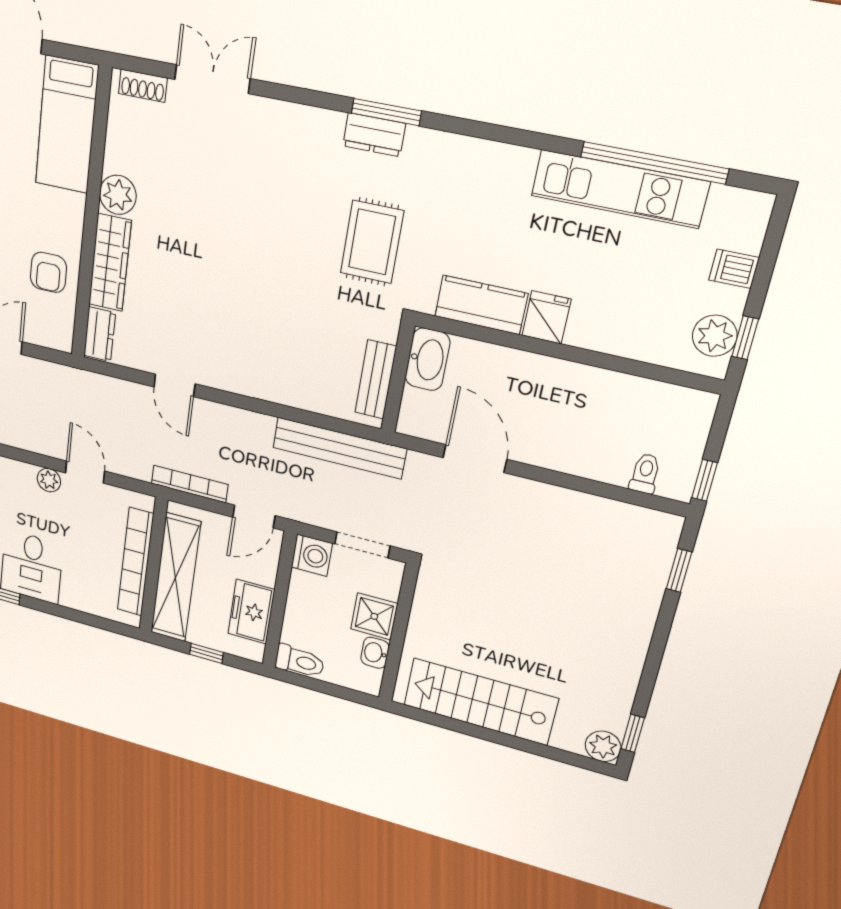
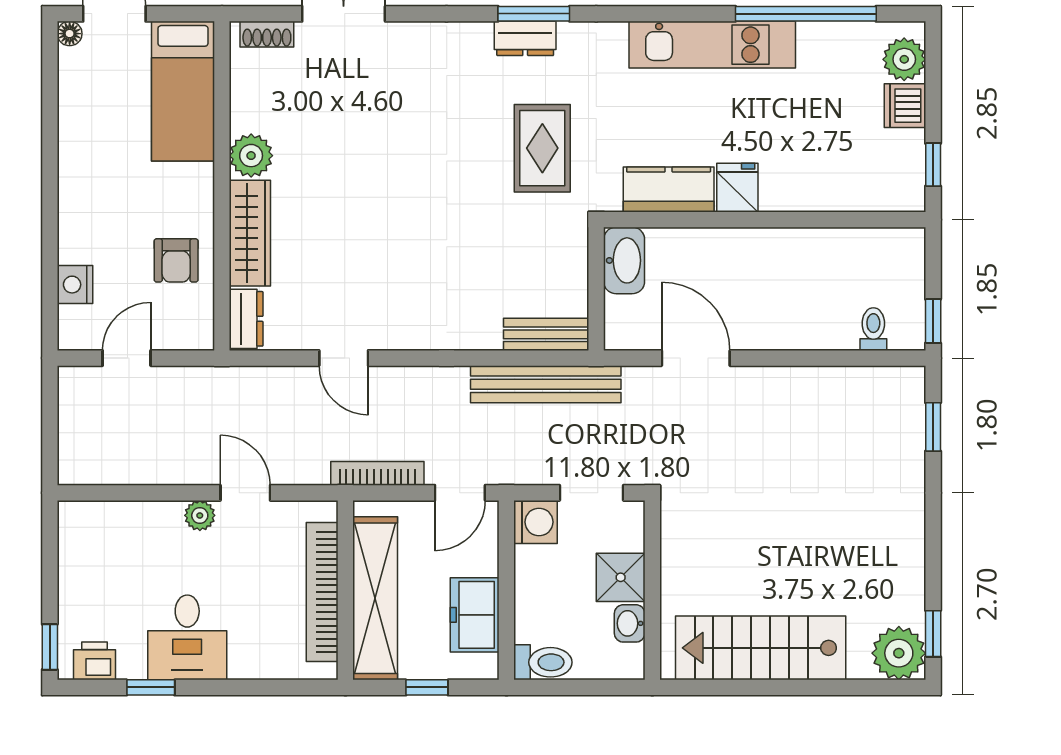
kitchen unit: (619, 189) -> (712, 45), moved
dishwasher: (734, 269) -> (905, 106), width x1.38
plant: (715, 336) -> (904, 59), moved
bench: (376, 380) -> (546, 334), moved, turned 90
plant: (603, 746) -> (899, 653), width x1.36, depth x1.36

